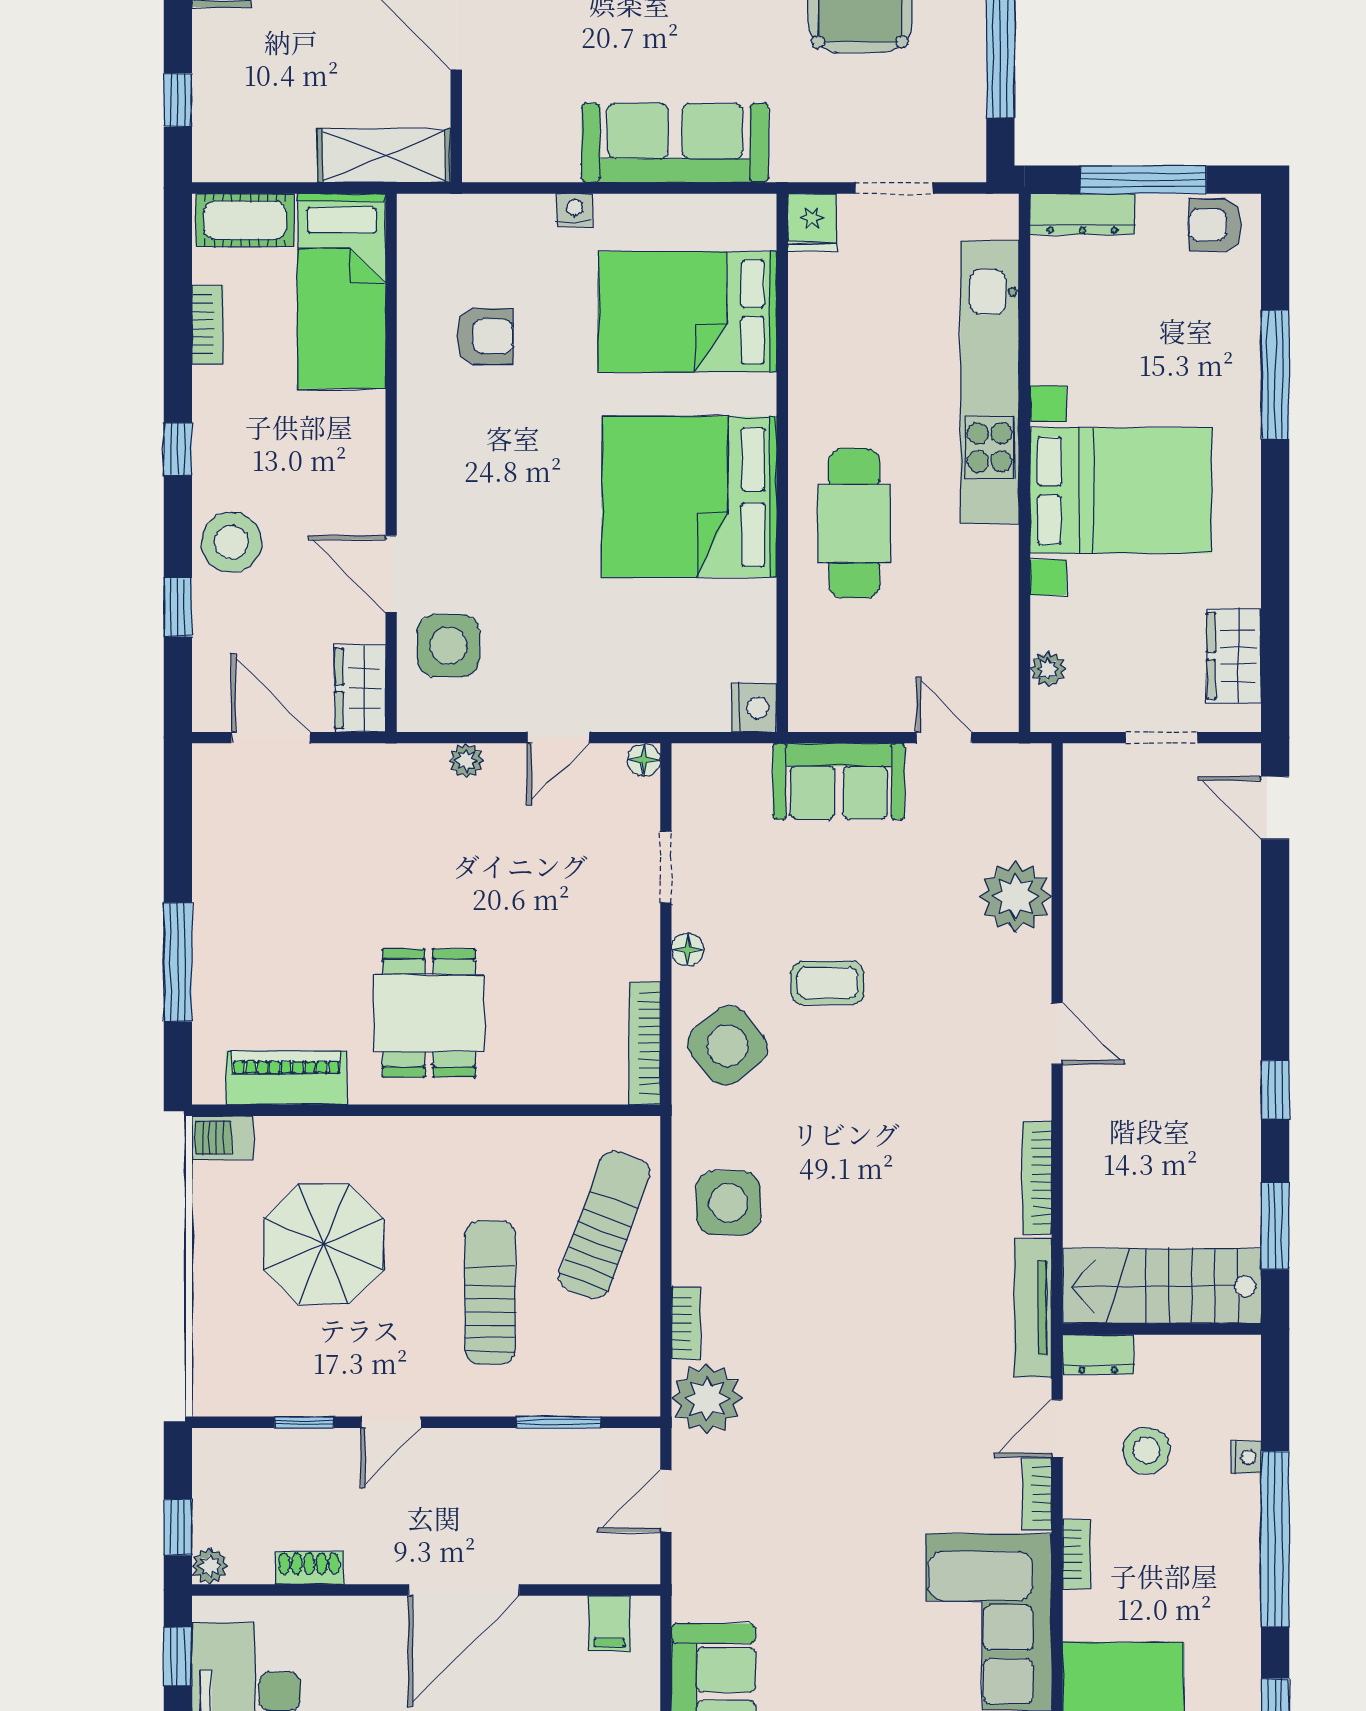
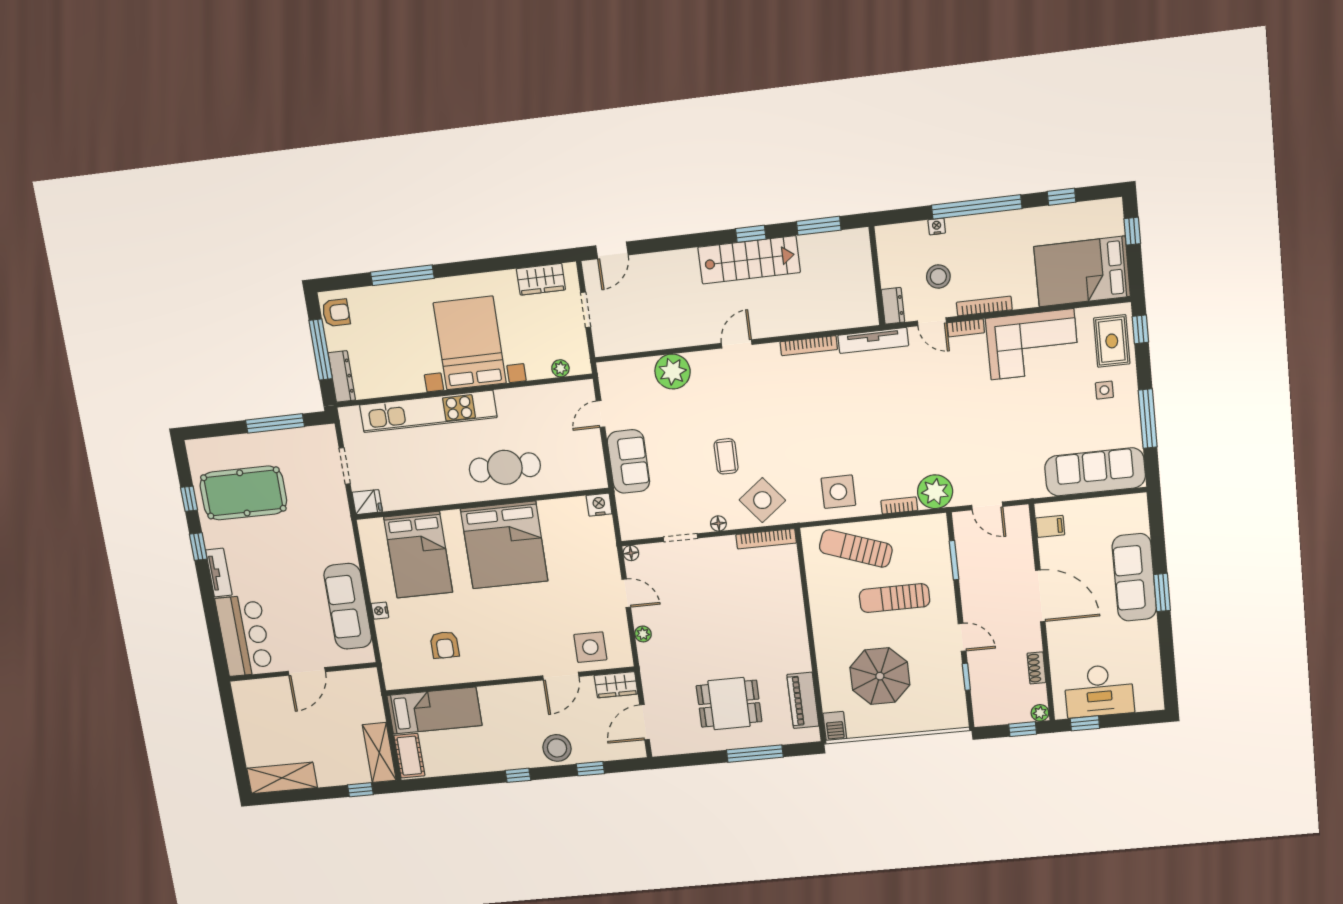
sofa: (675, 143) -> (348, 606), moved
shelving: (384, 156) -> (379, 753), moved
armchair: (1215, 225) -> (336, 313), turned -90
bookcase: (208, 324) -> (459, 768), removed
armchair: (485, 336) -> (445, 645), turned 180
dining table: (429, 1013) -> (729, 704), moved
stairs: (1162, 1286) -> (749, 260), moved, turned -90
bookcase: (1077, 1554) -> (984, 306), width x1.56

